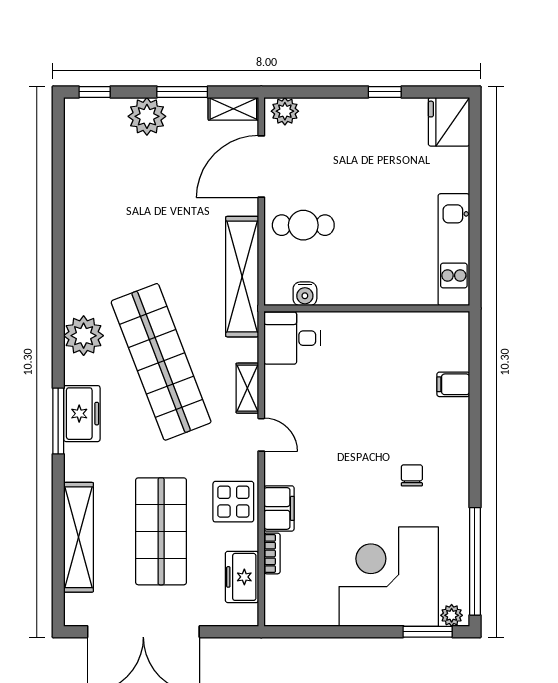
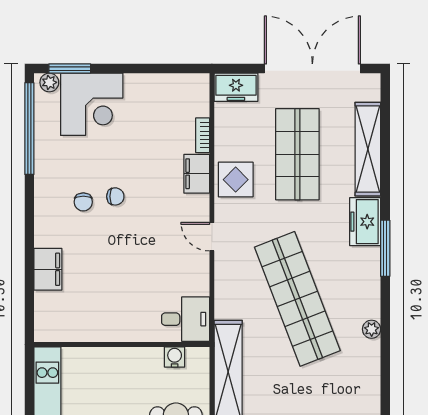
plant: (84, 336) -> (372, 329), width x0.53, depth x0.53
filing cabinet: (453, 384) -> (48, 269), width x2.00
shelving: (247, 388) -> (224, 276), removed
freezer: (82, 414) -> (365, 222), moved
chair: (374, 482) -> (115, 196), added
freezer: (242, 577) -> (236, 87), moved, turned 90
corner desk: (389, 577) -> (92, 104), width x0.74, depth x0.74

